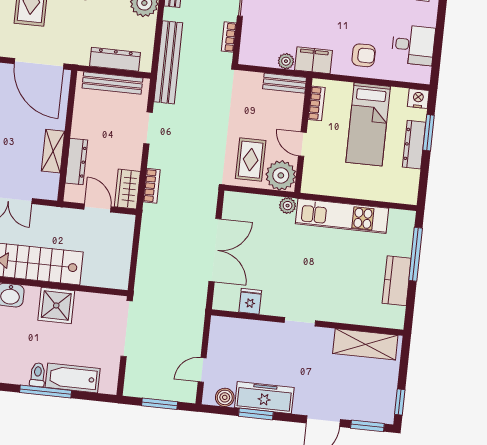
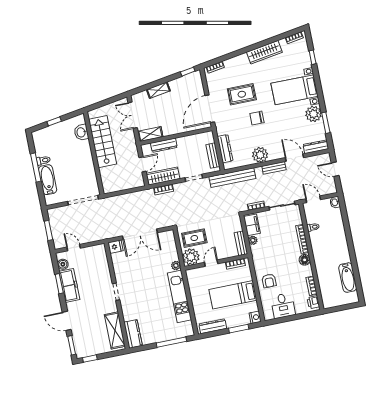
filing cabinet: (313, 60) -> (252, 225), moved
bench: (112, 83) -> (213, 156), width x0.73
dresser: (414, 145) -> (213, 326), moved
shelving: (53, 151) -> (150, 134), moved
wardrobe: (127, 189) -> (163, 176), width x1.50
kitchen counter: (397, 281) -> (133, 334), moved, turned 90
fridge: (250, 301) -> (115, 247), moved
shower: (56, 305) -> (84, 159), removed

